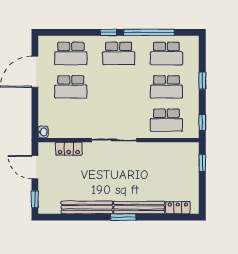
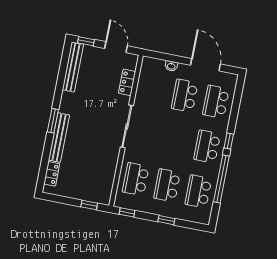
washbasin: (43, 132) -> (171, 66), moved
door: (35, 167) -> (116, 47), hinge flipped
bench: (87, 207) -> (73, 67), moved

